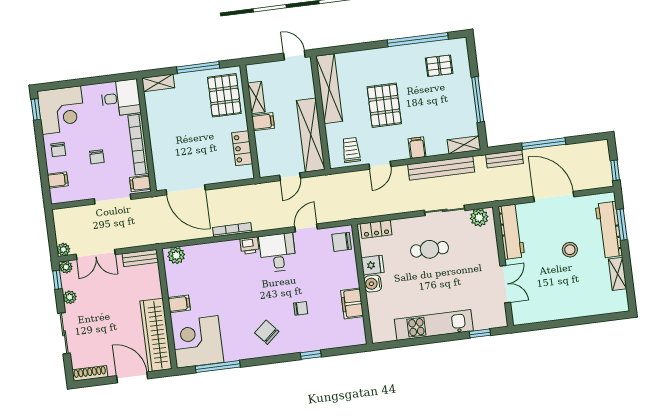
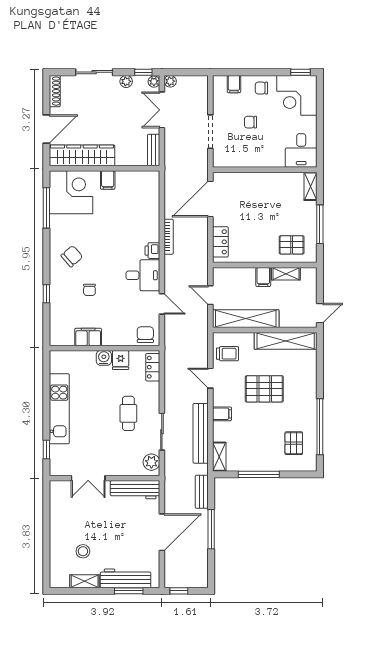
pallet: (224, 95) -> (292, 245), width x0.67, depth x0.71
bookcase: (138, 145) -> (257, 161), removed
locker: (242, 148) -> (220, 242), moved, turned 90
filing cabinet: (140, 183) -> (221, 158), removed
stool: (570, 250) -> (83, 551), moved
plant: (176, 255) -> (152, 183), removed

